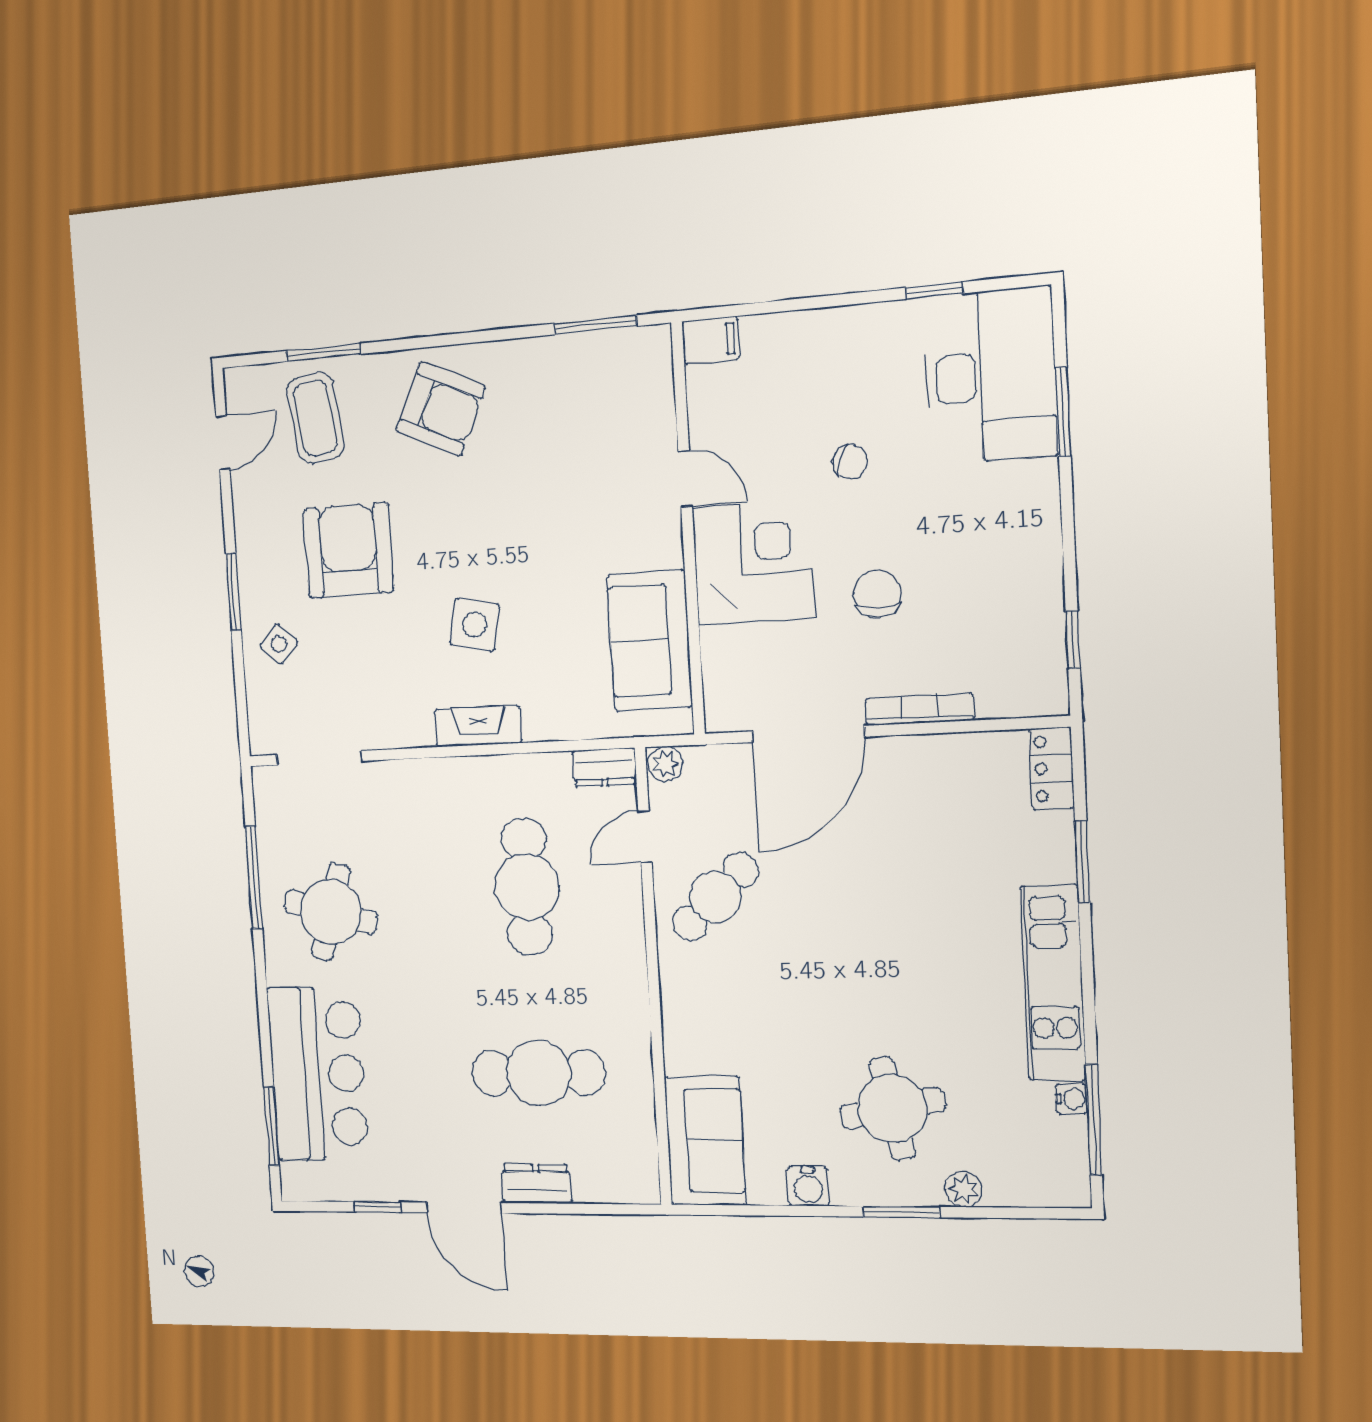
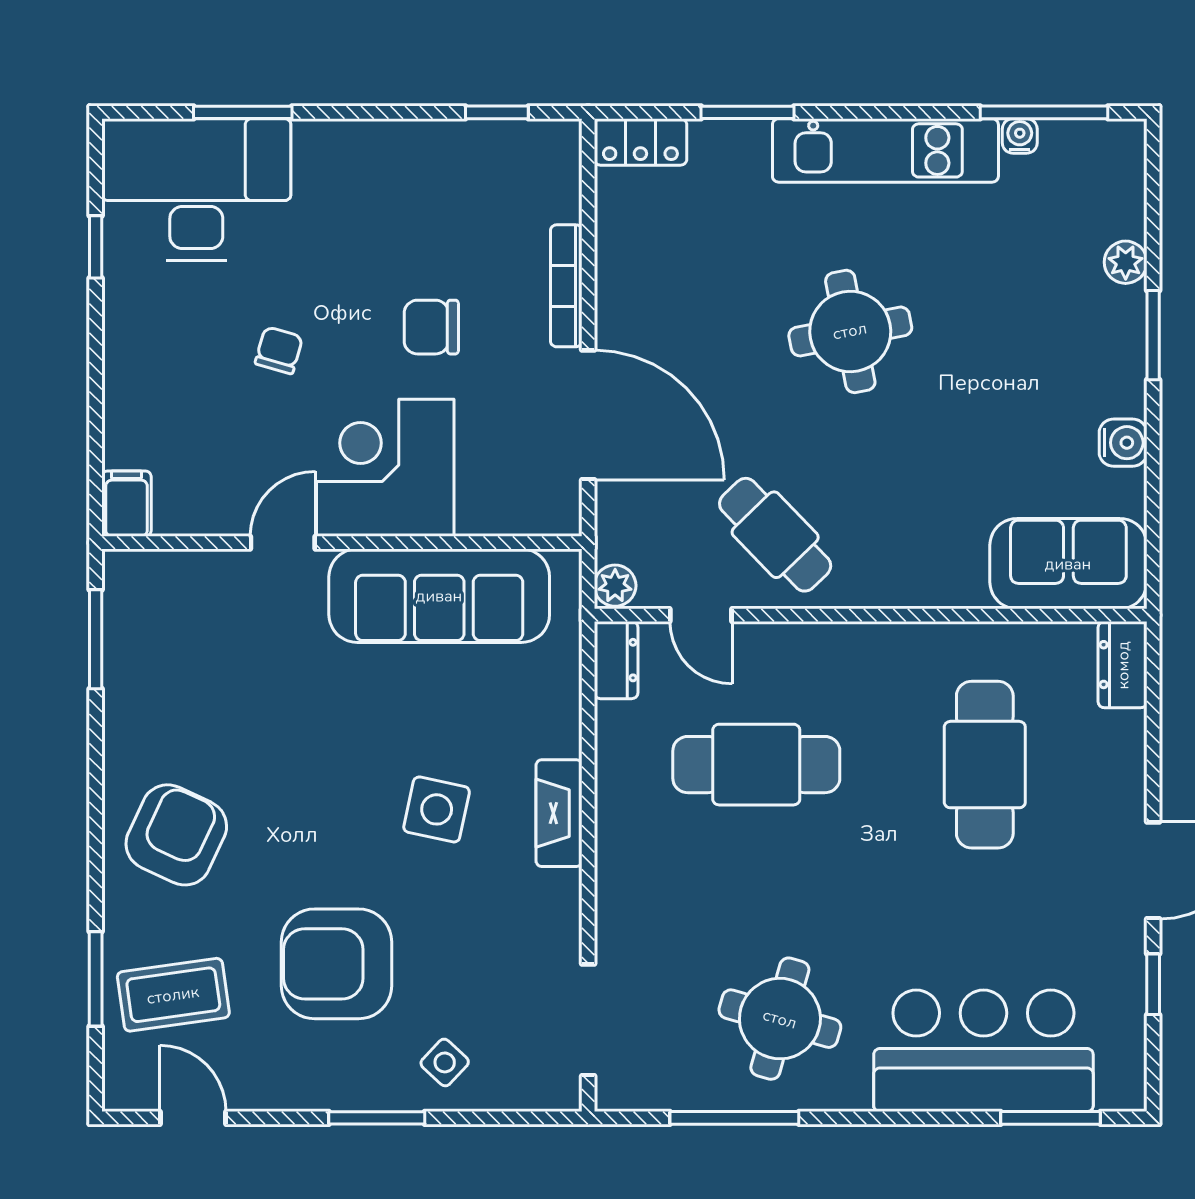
sofa: (650, 640) -> (439, 596), width x1.36
round table: (892, 1108) -> (850, 331), moved
dresser: (536, 1184) -> (1123, 665), moved

